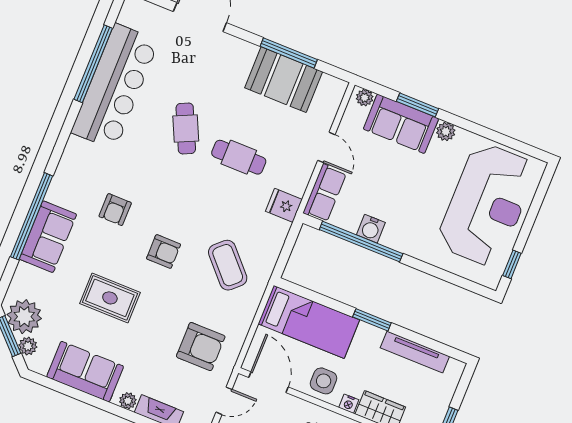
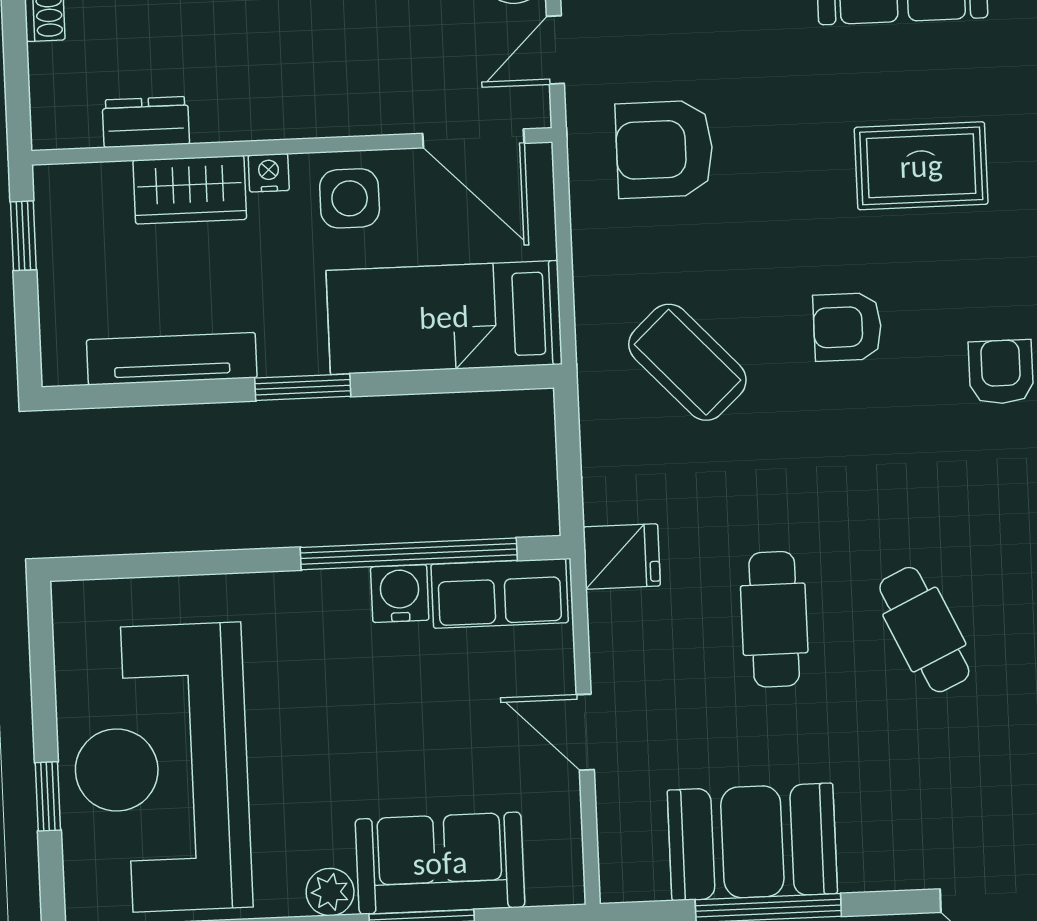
plant: (365, 98) -> (550, 885), removed
cafe table: (239, 157) -> (774, 619), turned 90
row of seats: (325, 193) -> (500, 593), moved, turned -90
window: (512, 264) -> (48, 796), moved

